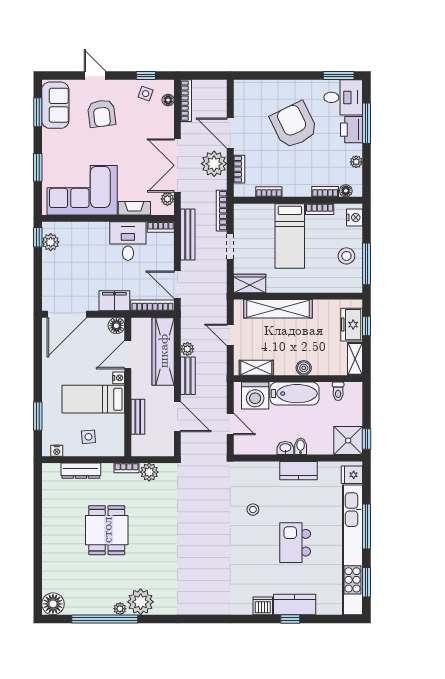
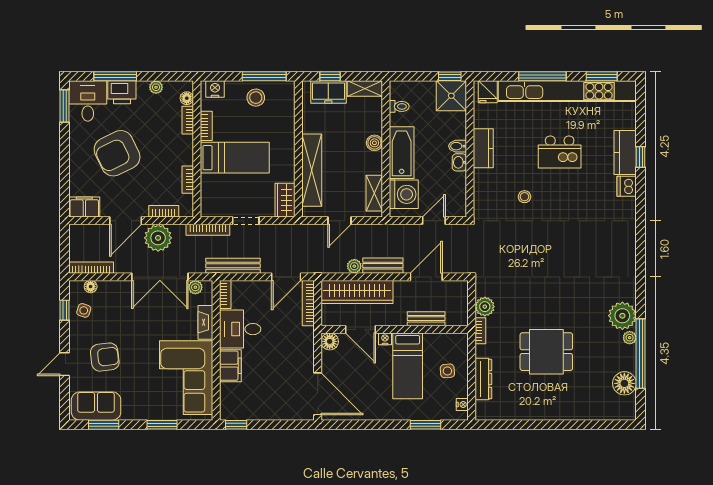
filing cabinet: (243, 94) -> (84, 207), added
plant: (51, 242) -> (241, 411), removed
filing cabinet: (114, 301) -> (230, 366), moved, turned 180
floor lamp: (53, 604) -> (624, 383), moved

